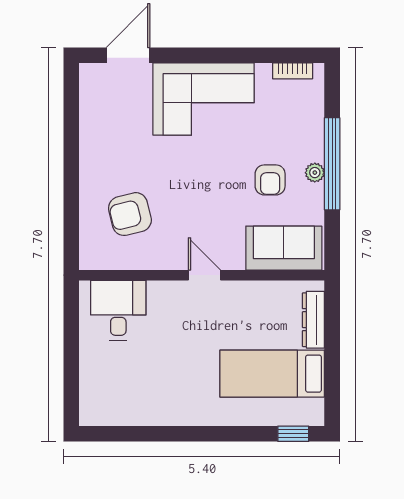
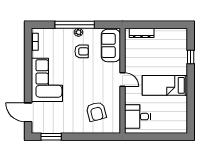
window: (71, 109) -> (51, 137), added
door: (205, 275) -> (122, 80), swing flipped
bed: (272, 374) -> (165, 85), moved, turned 90
window: (293, 434) -> (191, 57), moved

